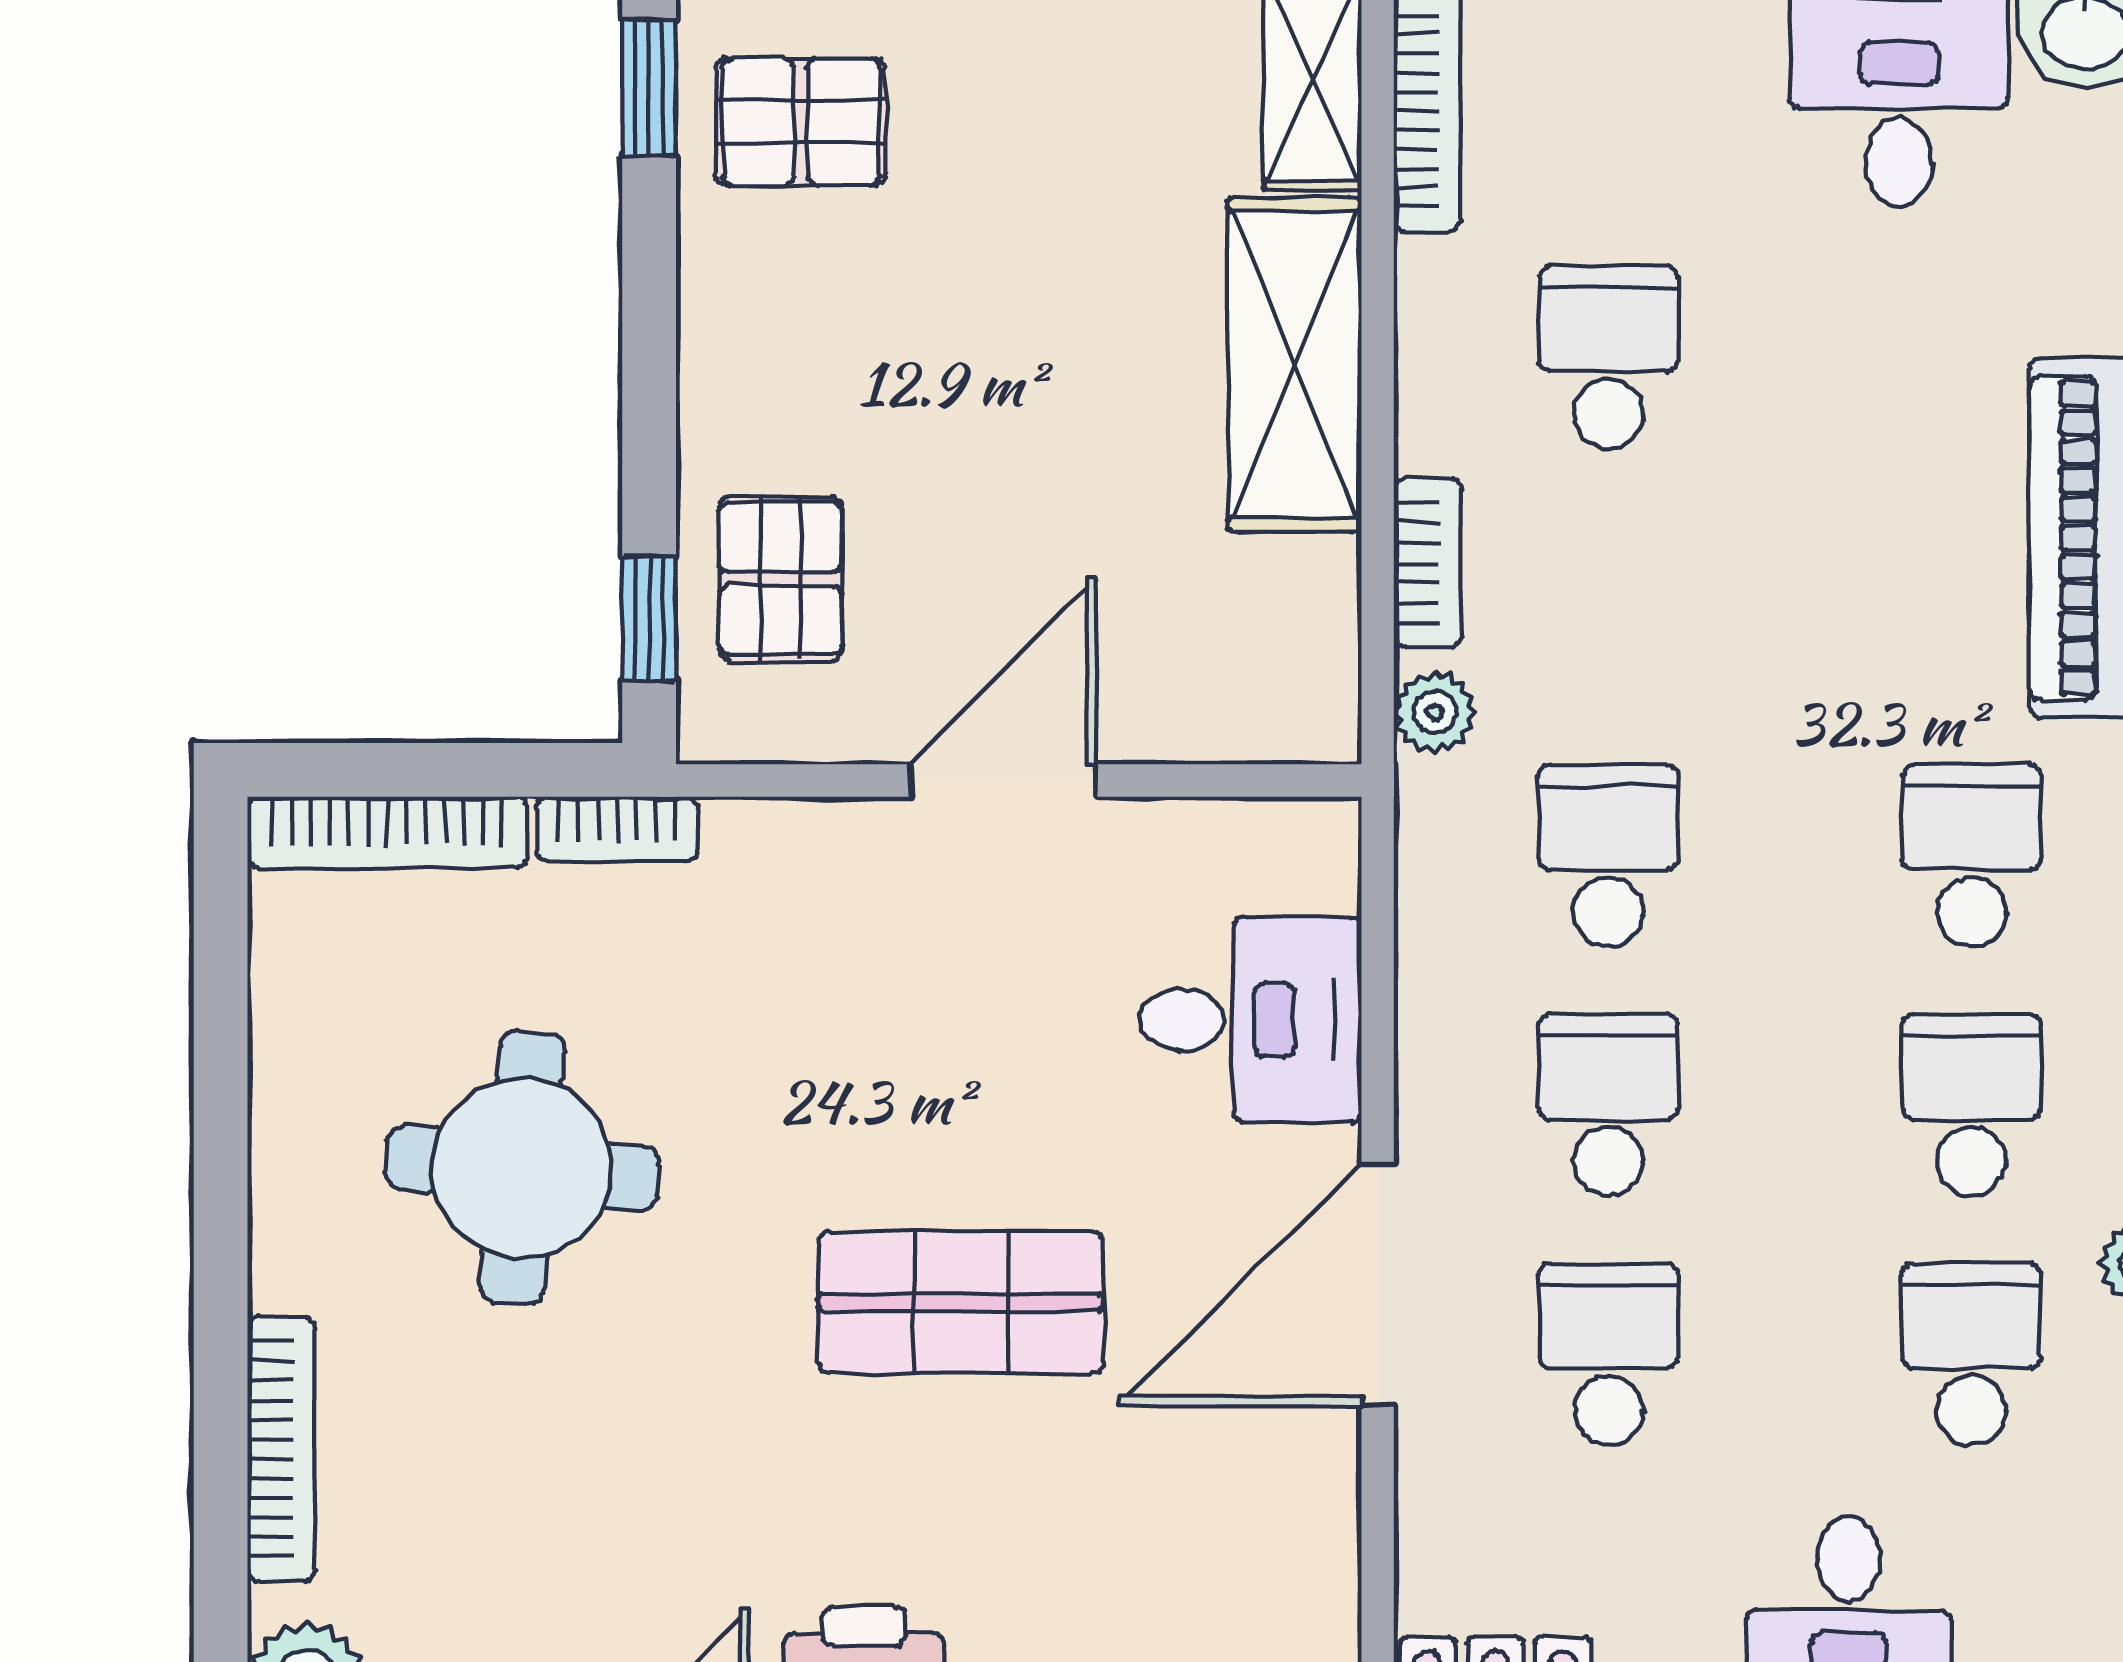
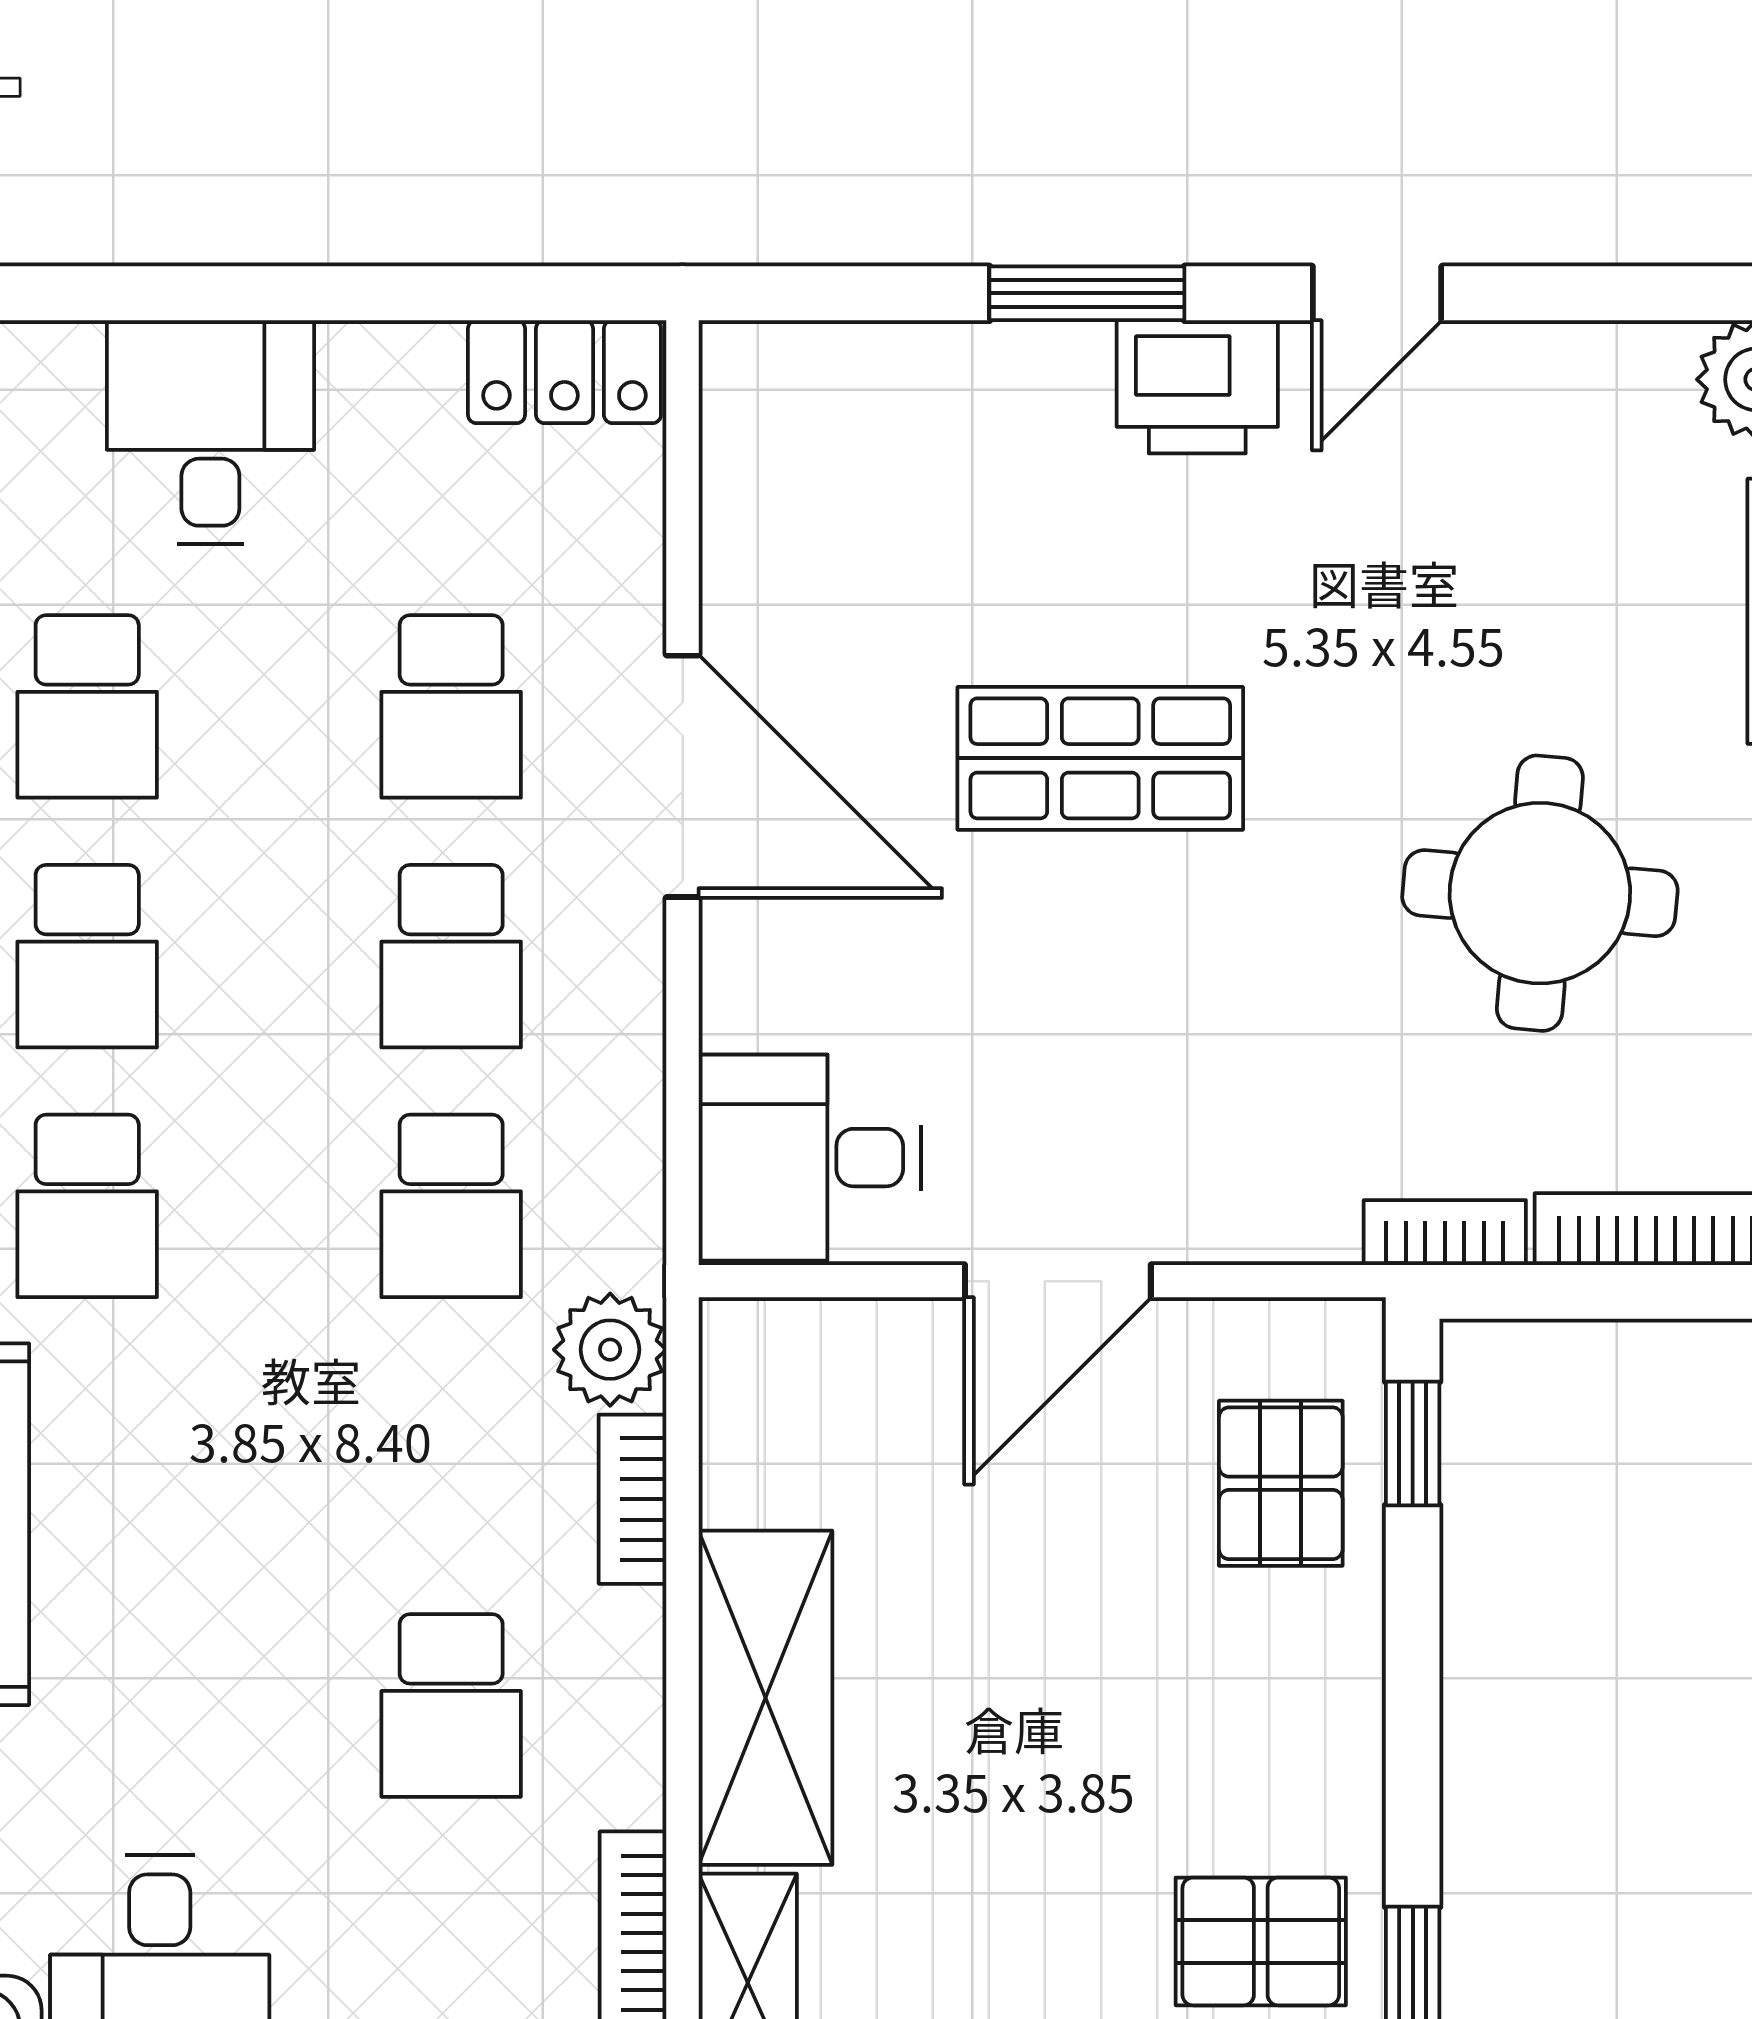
plant: (1435, 712) -> (610, 1350), width x1.38, depth x1.38
desk: (1251, 1020) -> (810, 1158), moved
door: (1378, 1284) -> (683, 776), hinge flipped

